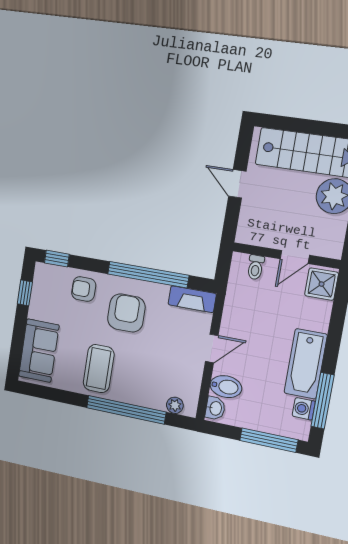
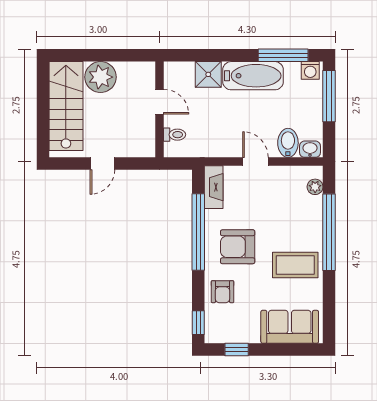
shower: (322, 284) -> (208, 74), moved
washing machine: (304, 409) -> (310, 70), moved

